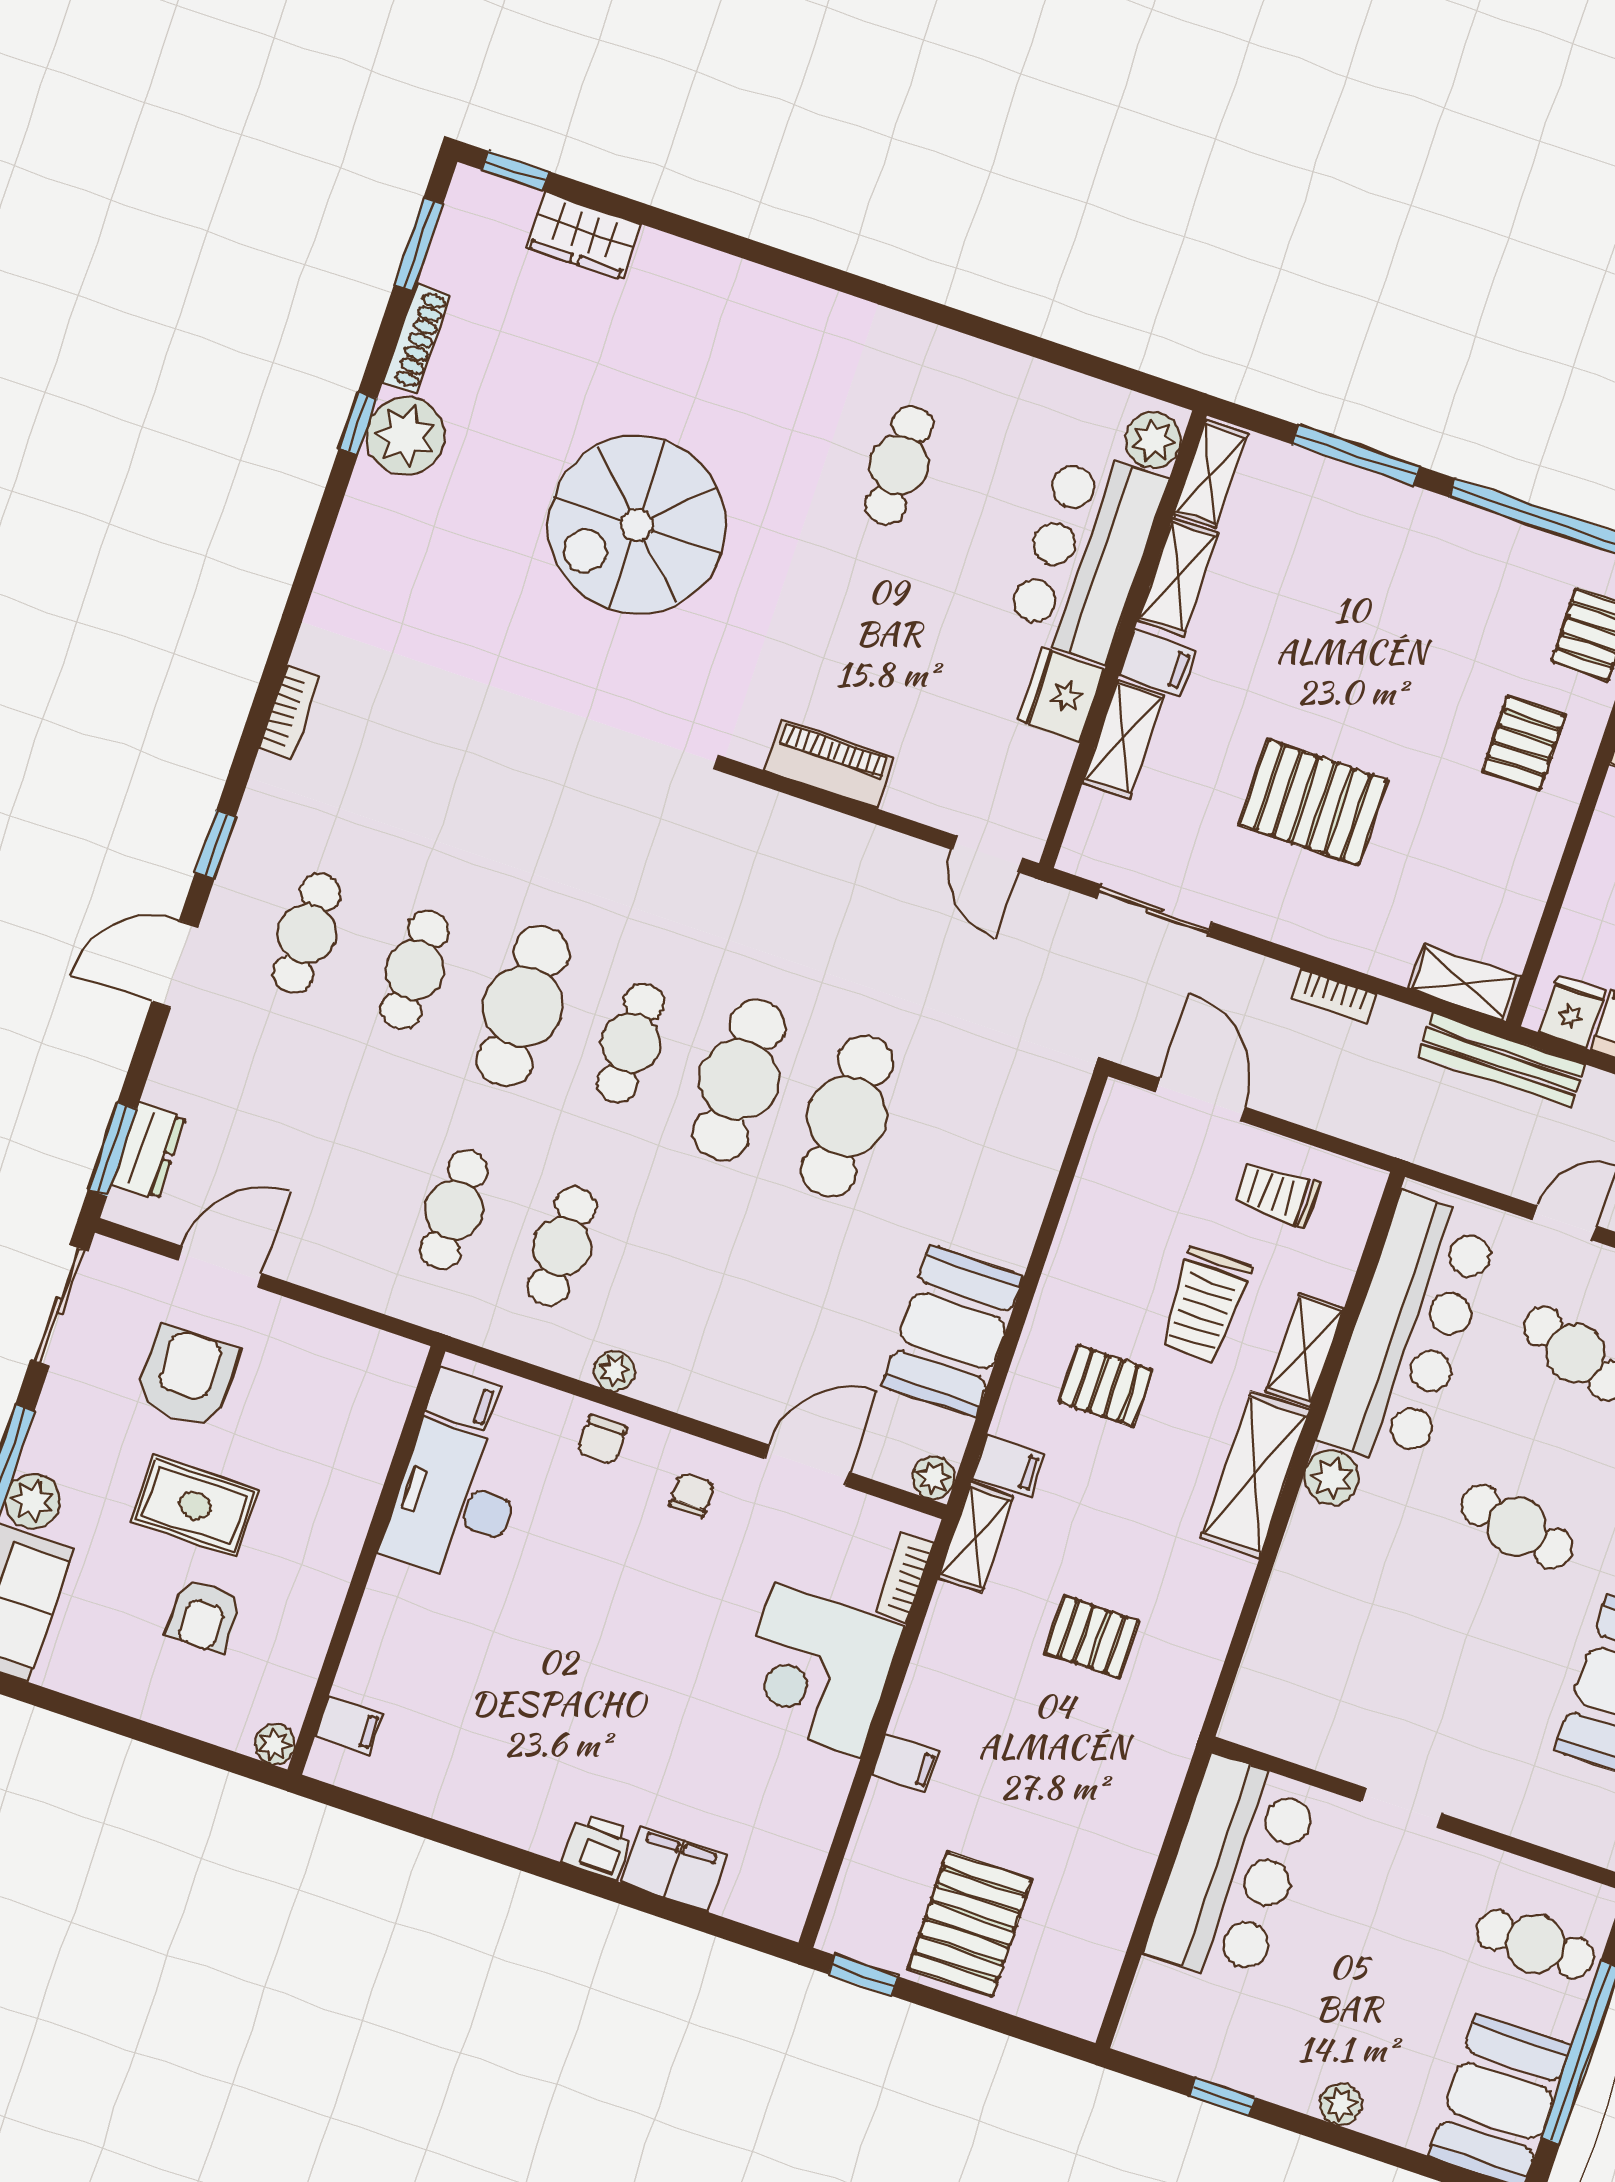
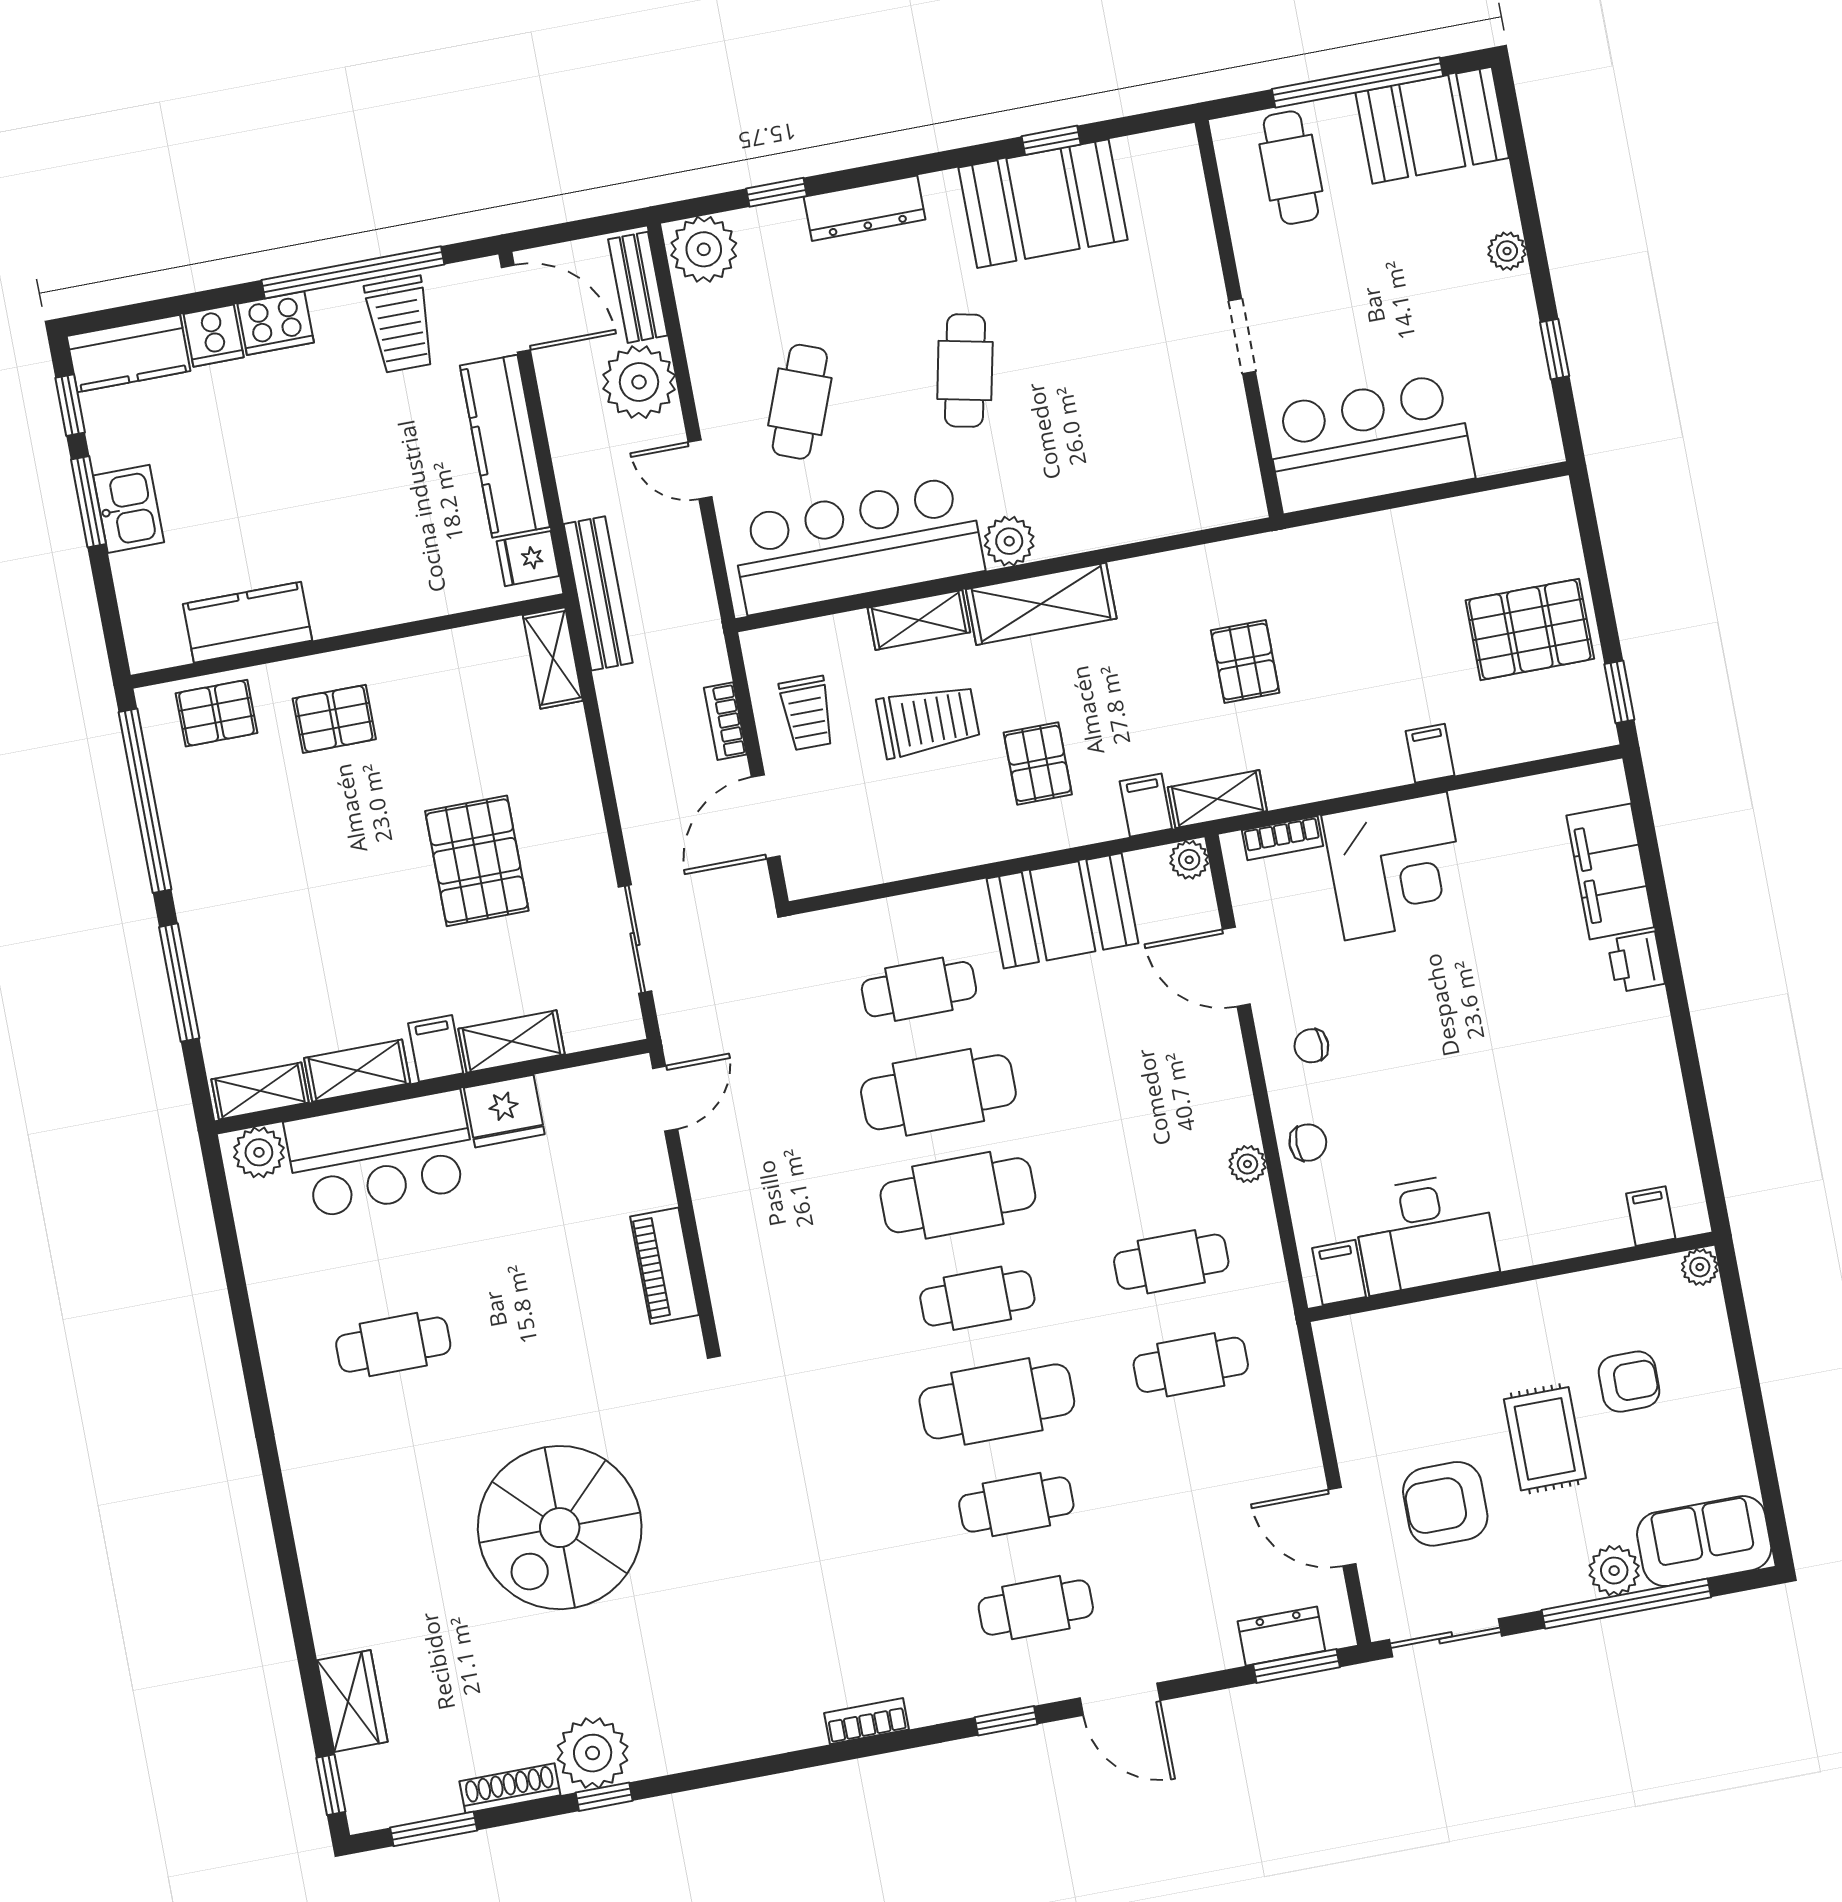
spiral stairs: (637, 525) -> (560, 1528), turned 90
bookcase: (1333, 996) -> (725, 721), moved, turned 180
cafe table: (955, 1153) -> (919, 989), added
filing cabinet: (674, 1868) -> (1610, 871), width x1.50, depth x1.17

